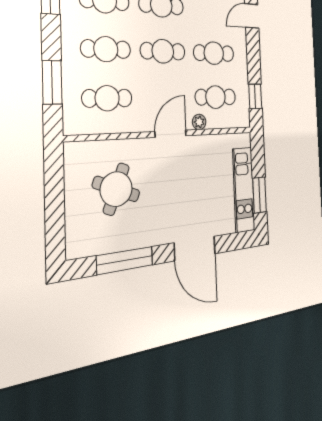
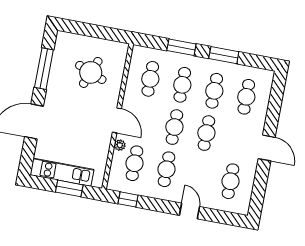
window: (52, 82) -> (181, 47), moved
window: (259, 195) -> (69, 188), moved

